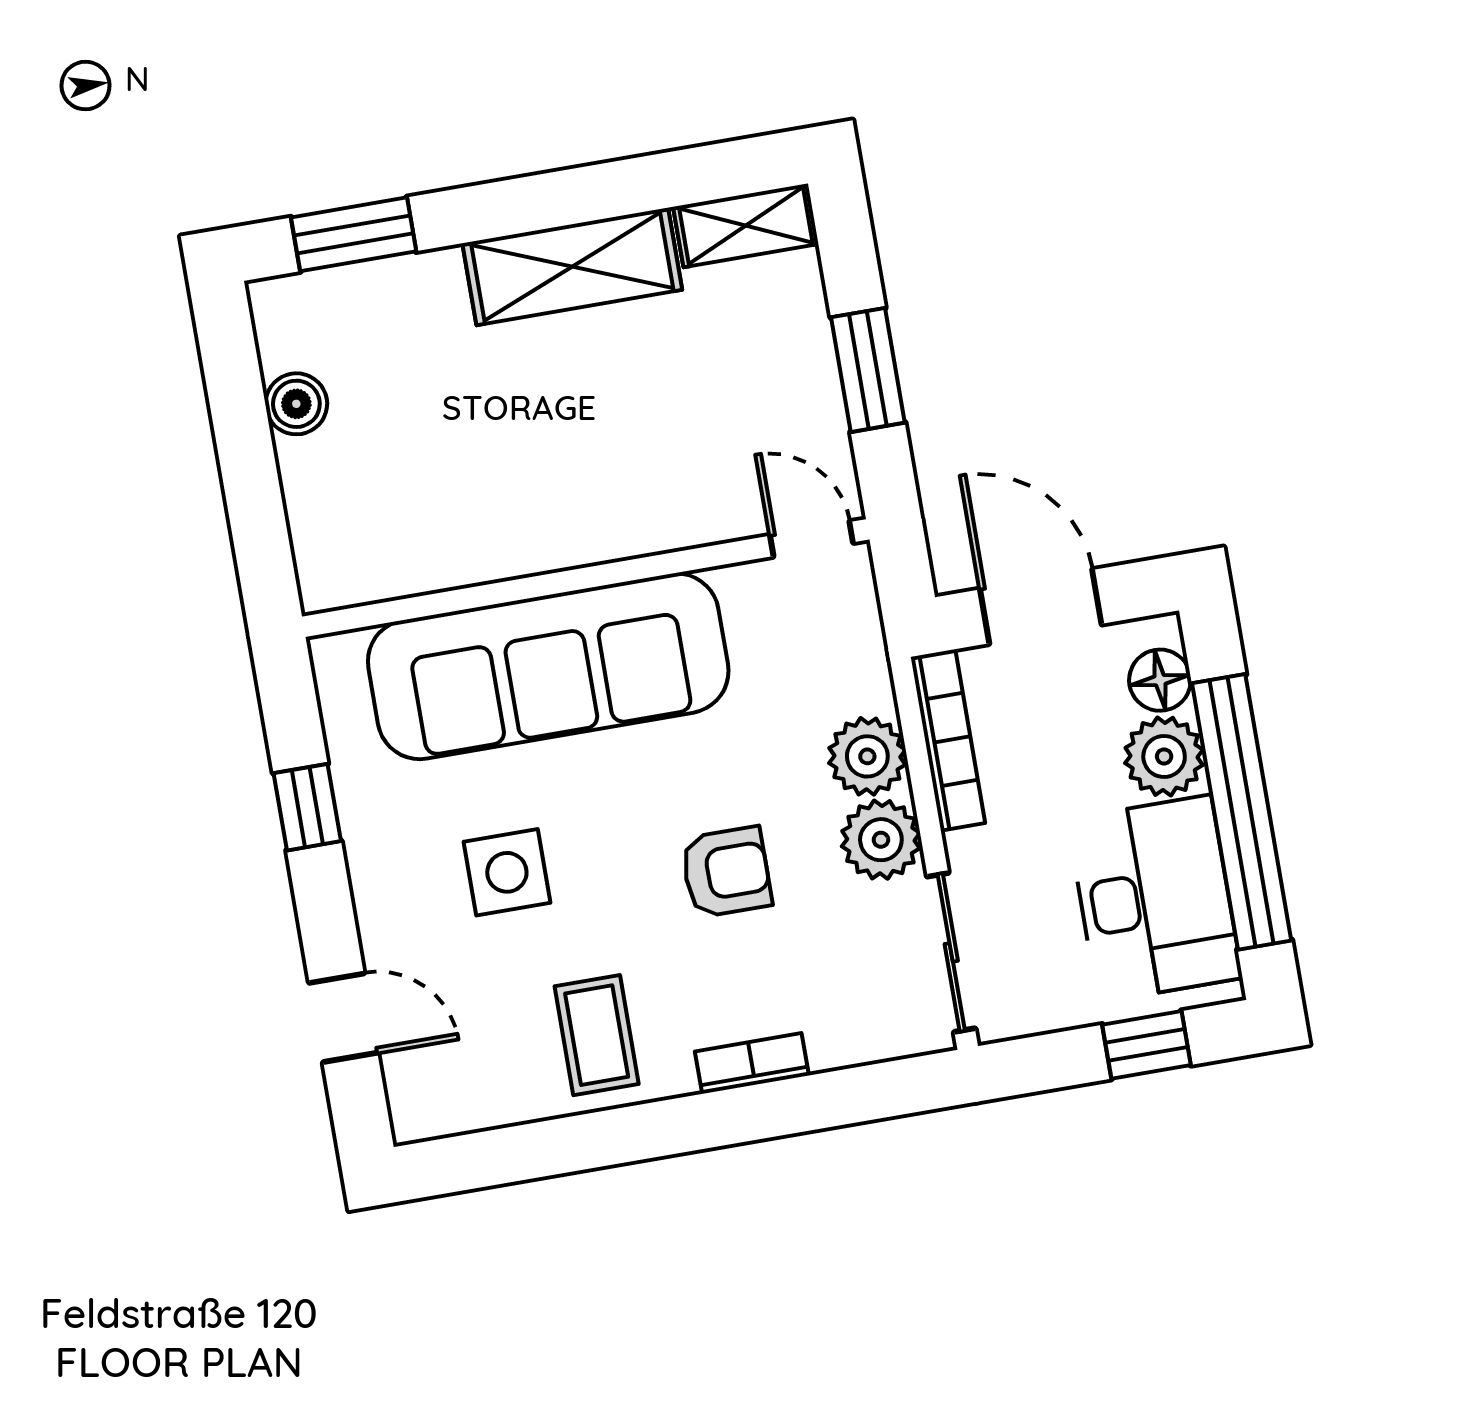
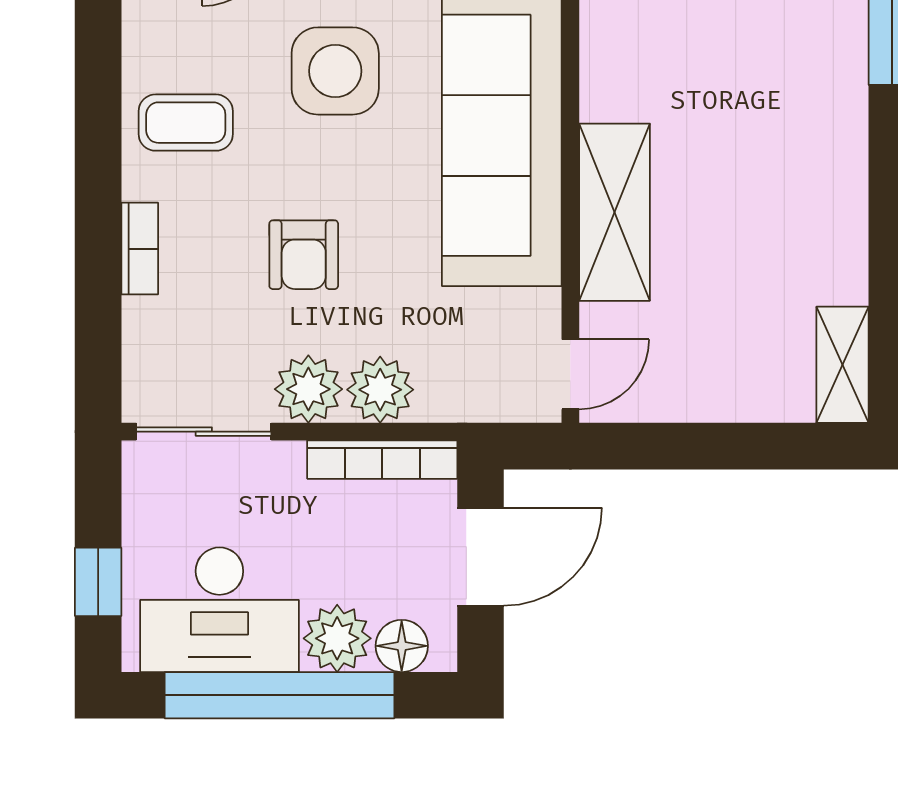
shelving: (572, 267) -> (615, 212), moved
window: (868, 370) -> (704, 446), removed
side table: (507, 872) -> (335, 71), width x1.37, depth x1.37

